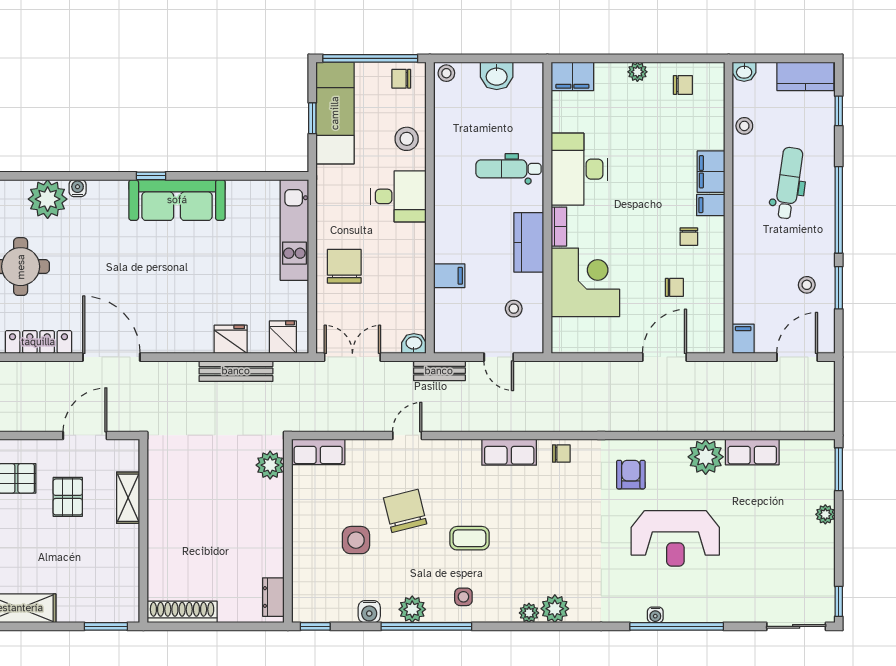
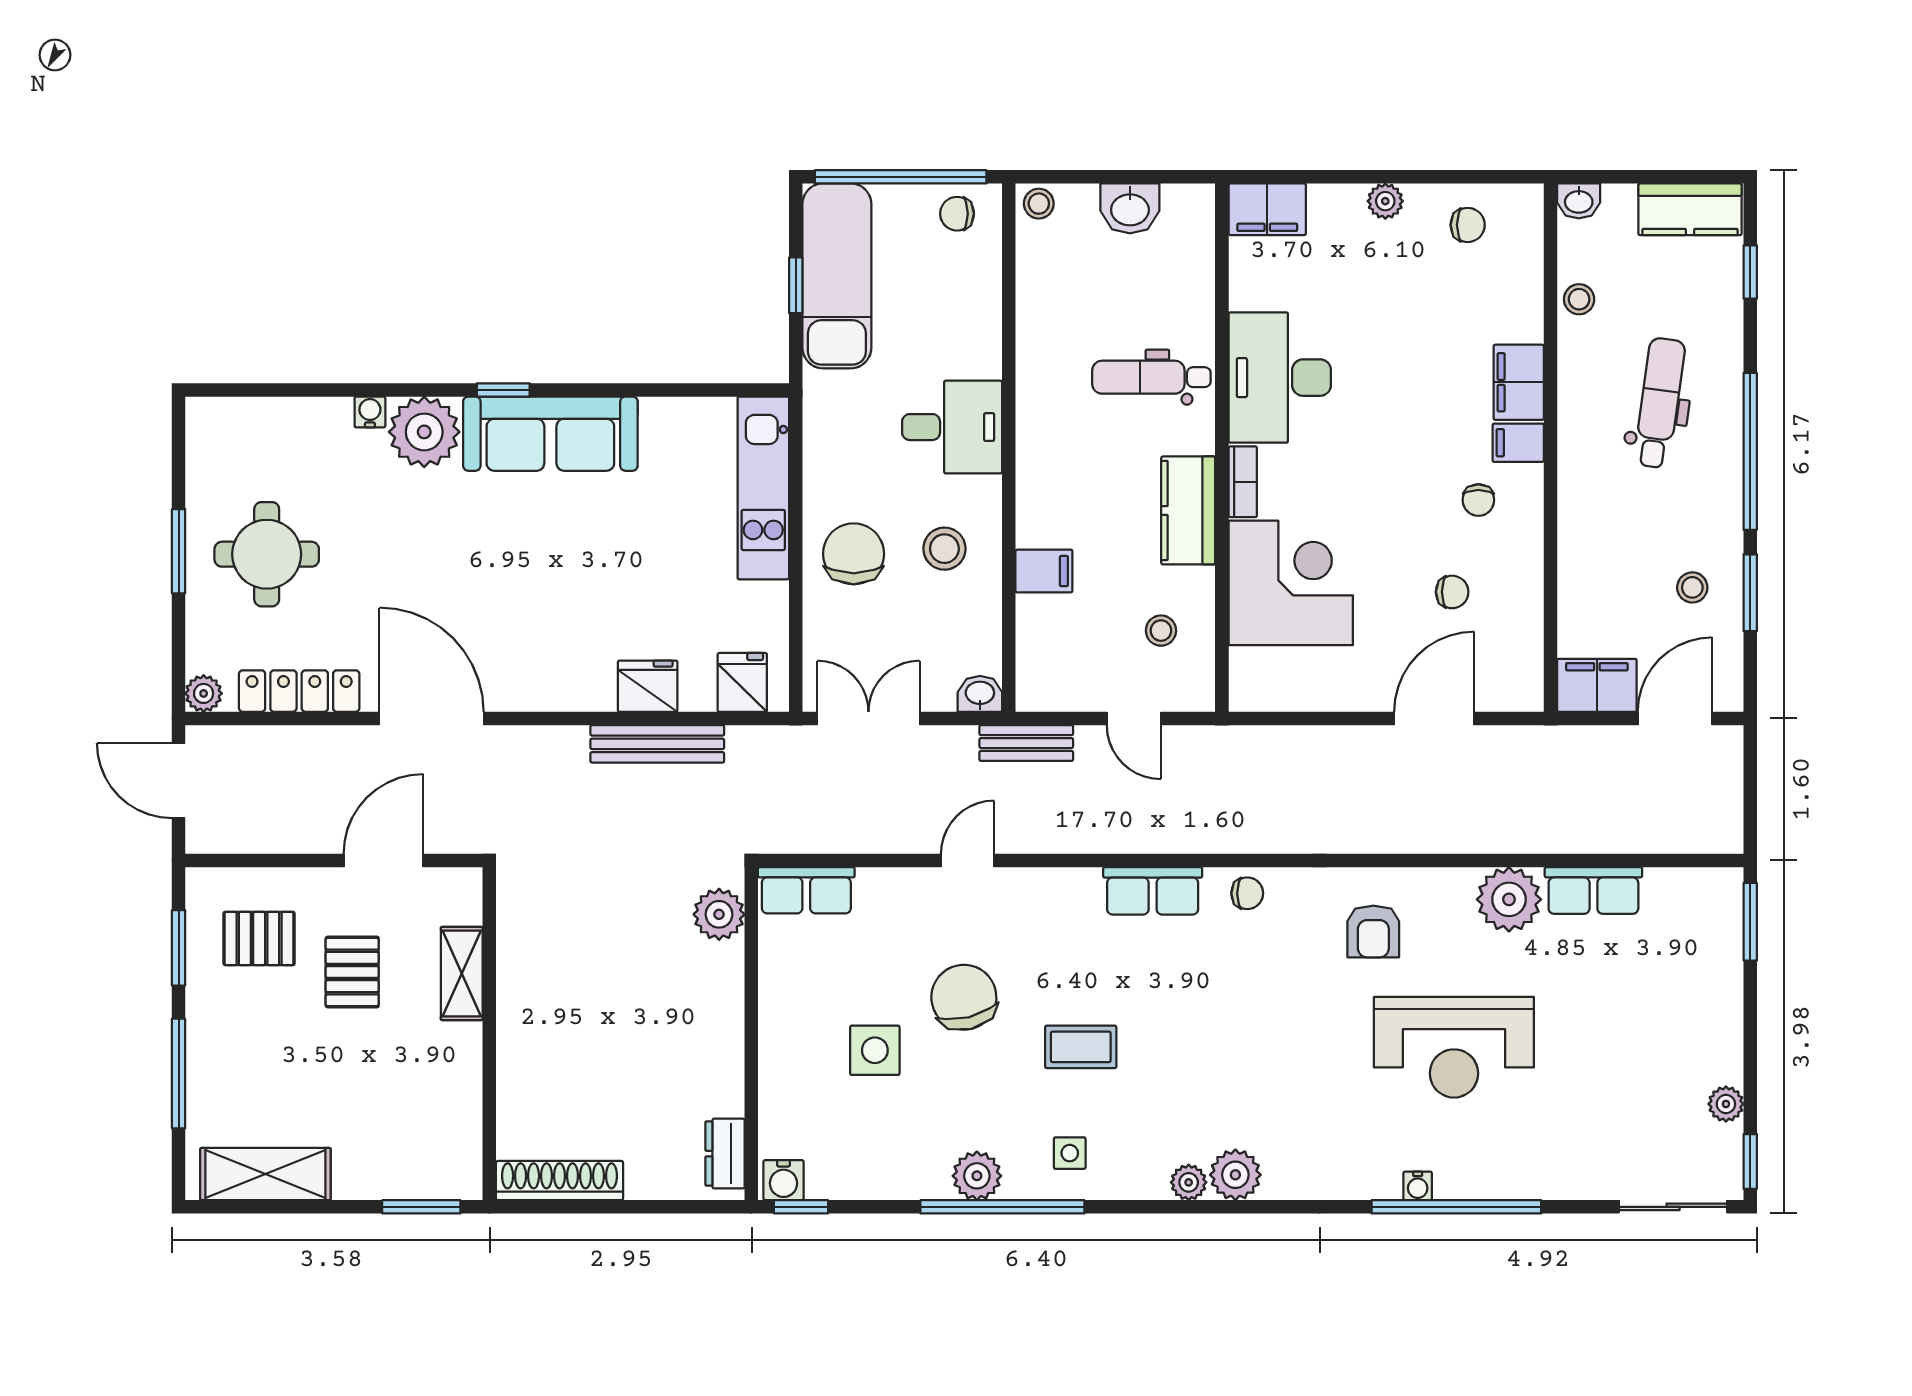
stool: (407, 139) -> (944, 549), moved
plant: (48, 199) -> (424, 432), moved
filing cabinet: (743, 339) -> (1597, 685), width x2.00
armchair: (631, 475) -> (1373, 931), turned 180
plant: (825, 514) -> (1726, 1104), moved
water cooler: (369, 612) -> (784, 1180), moved

